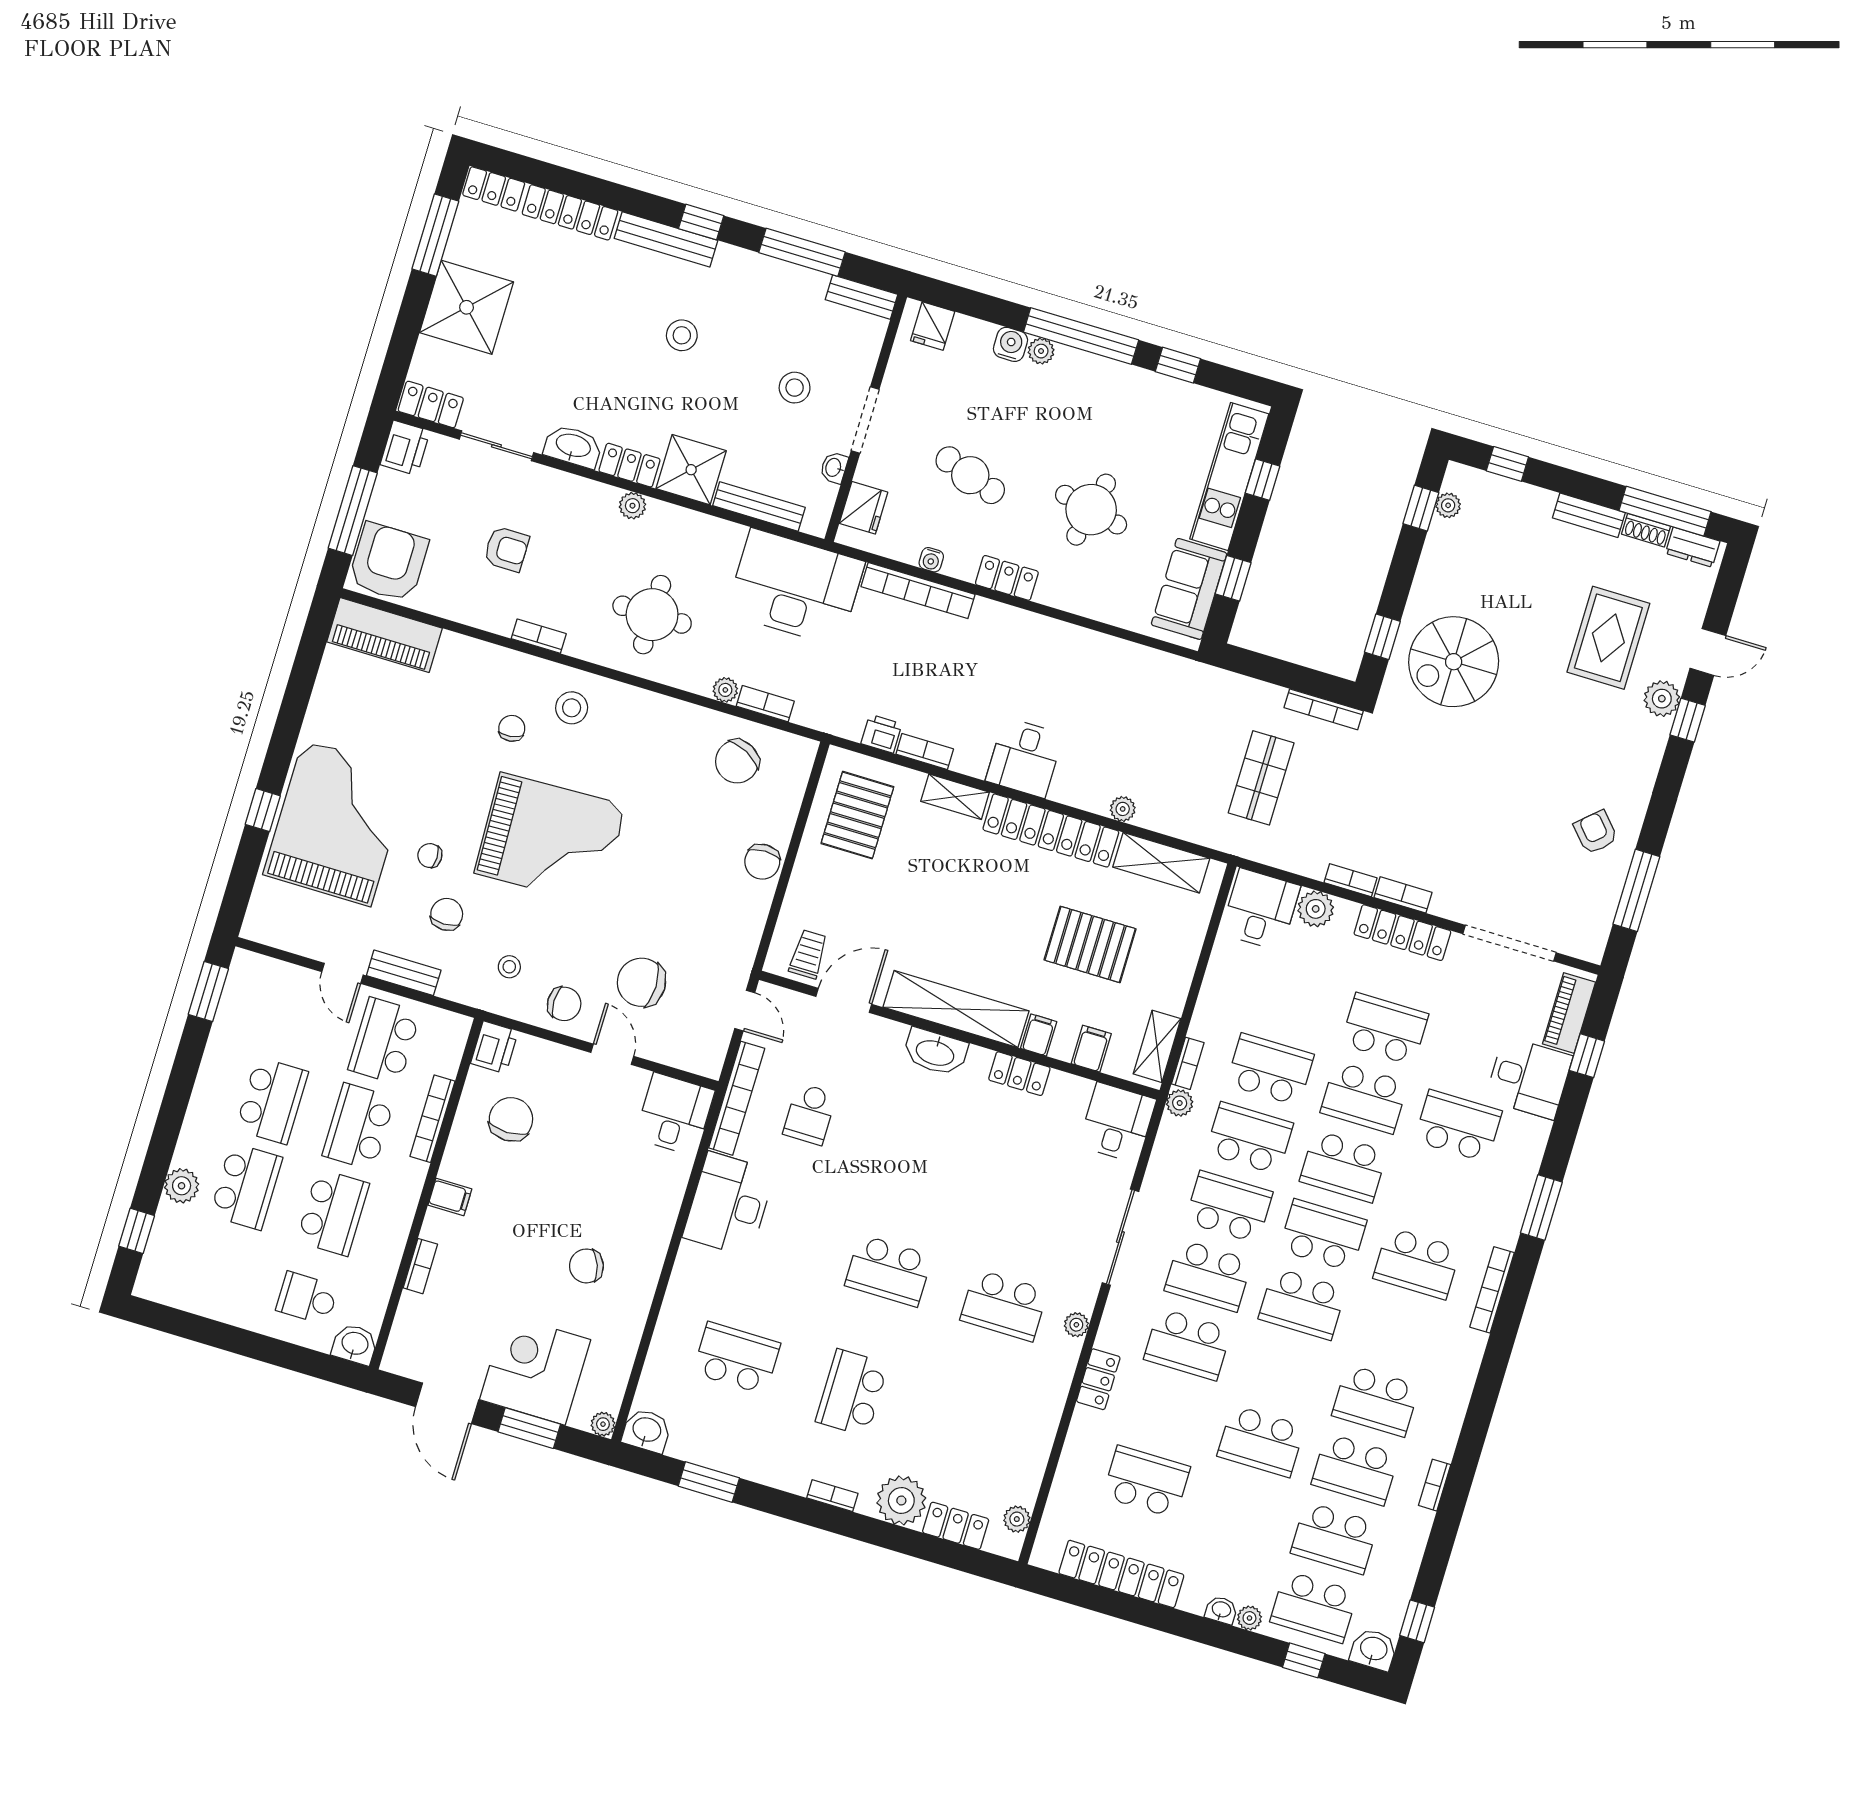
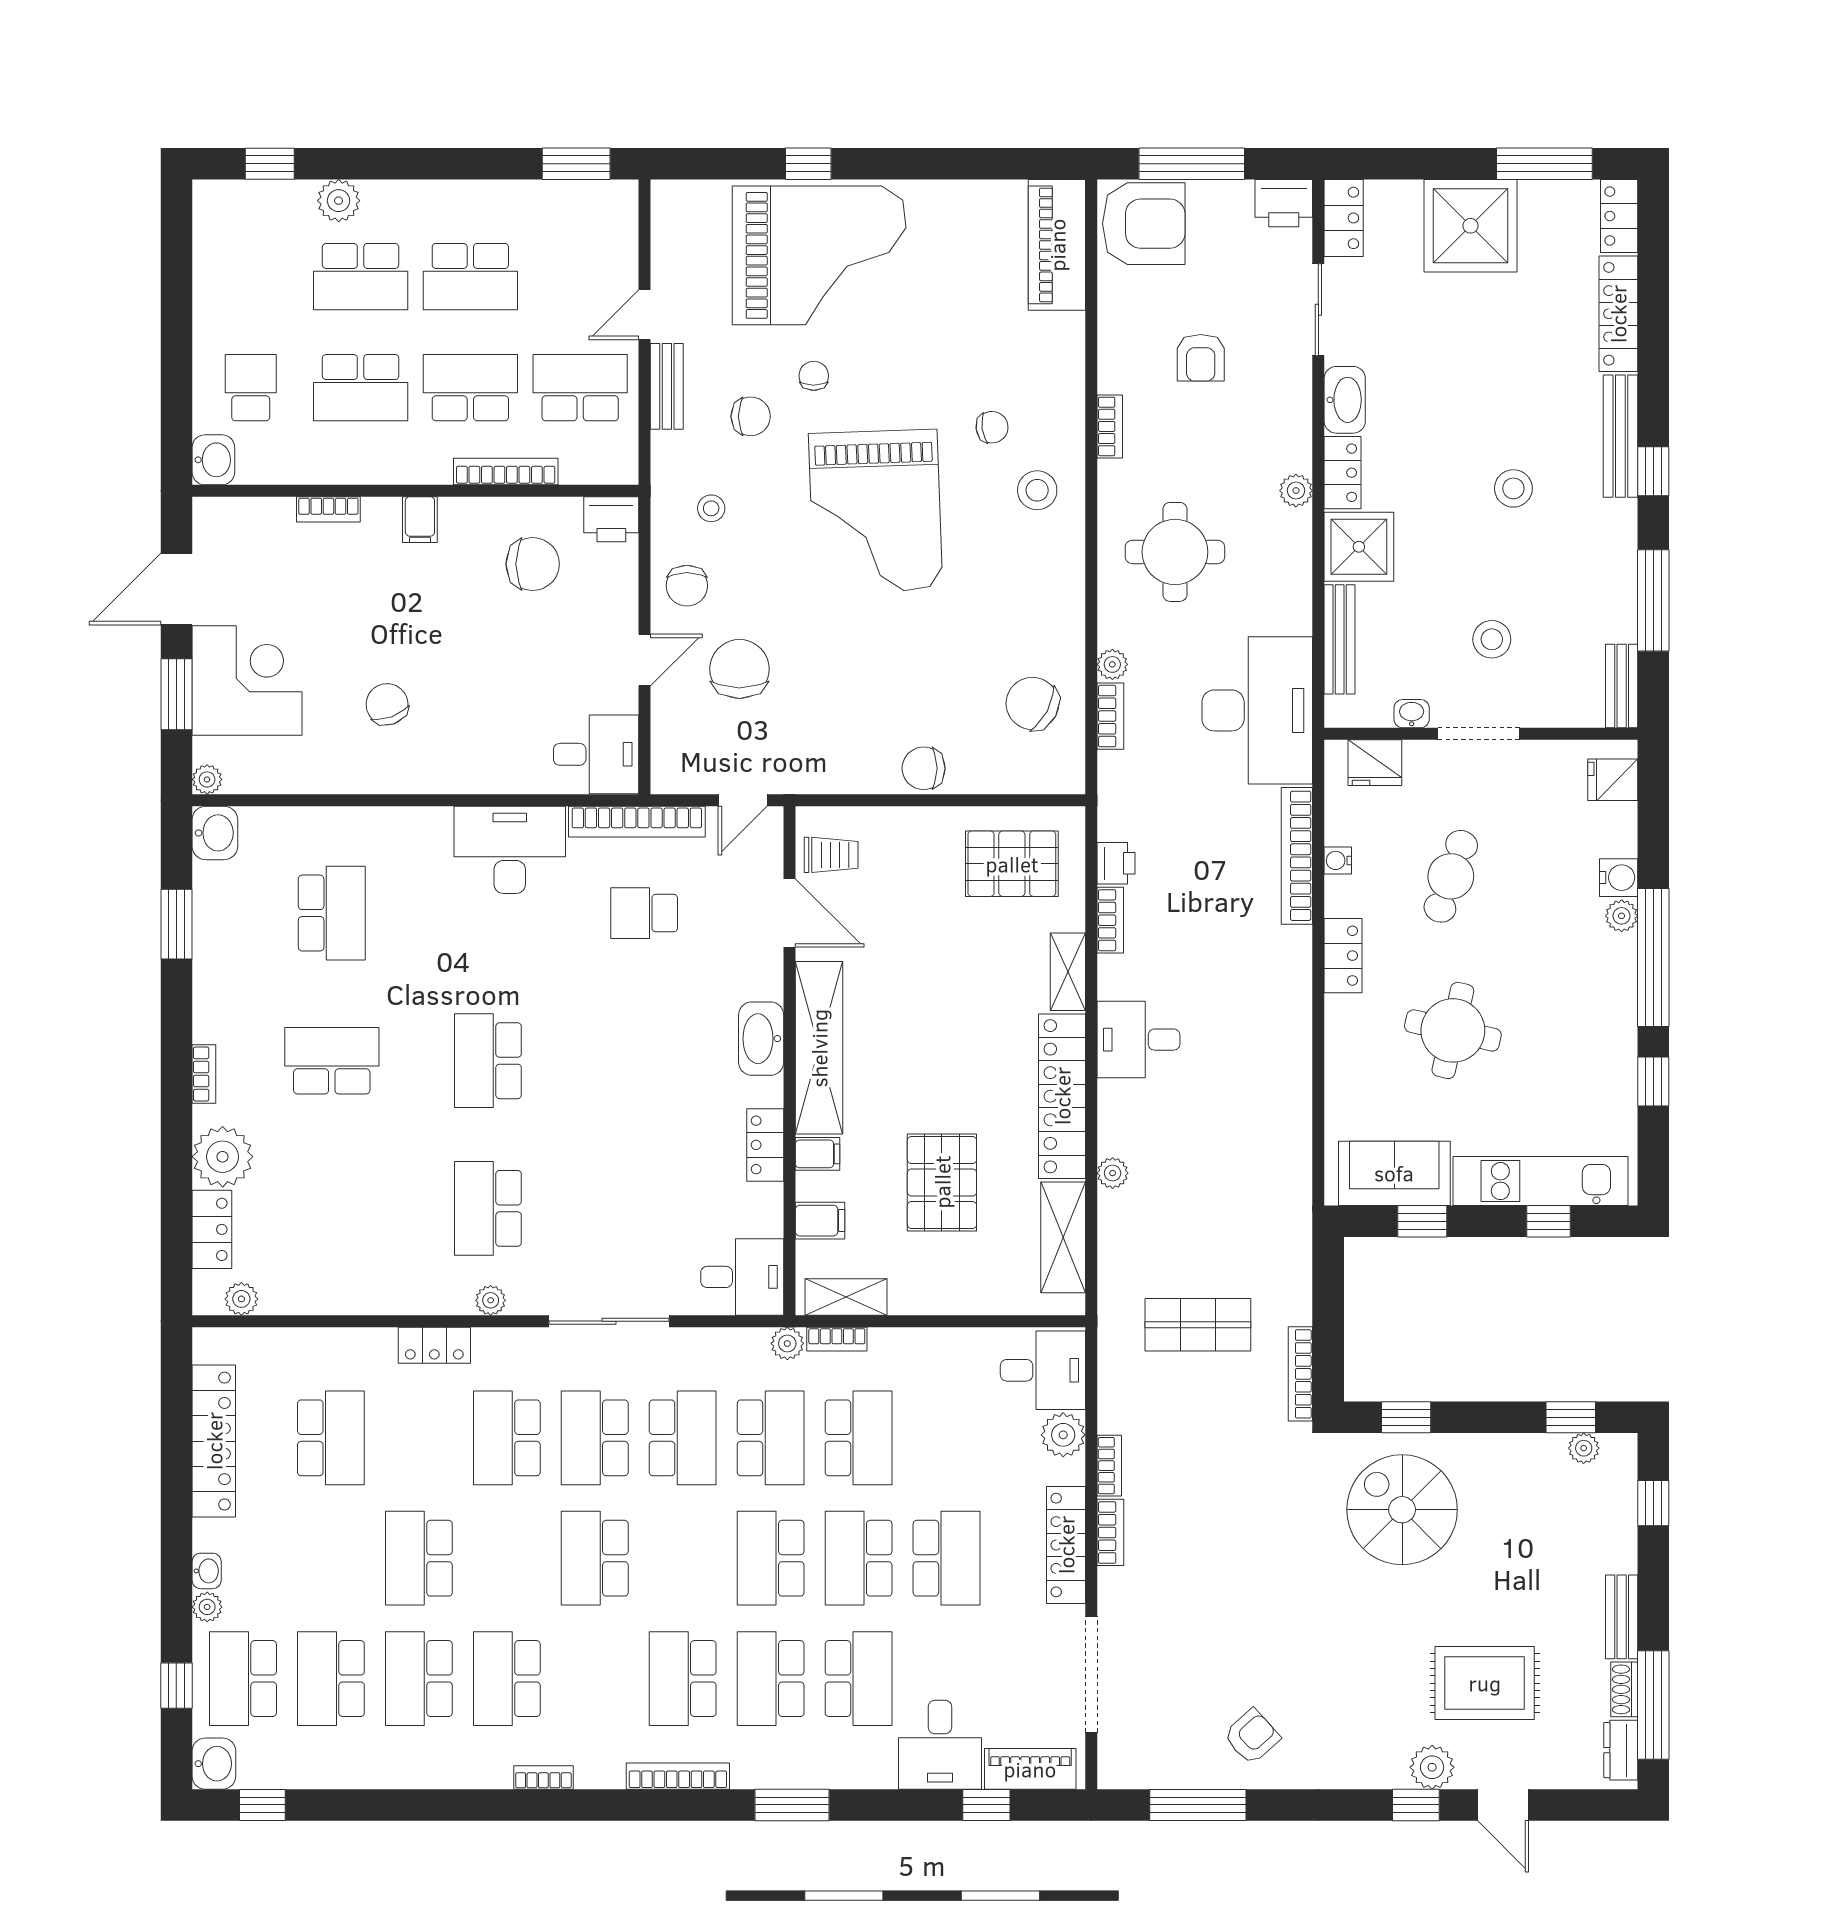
school desk: (1323, 1235) -> (771, 1679), moved, turned 180
bookcase: (1435, 1485) -> (543, 1777), moved

